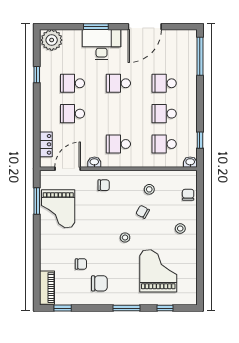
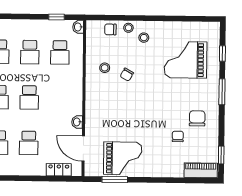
school desk: (118, 144) -> (29, 98), moved
chair: (104, 185) -> (100, 113), removed
stool: (125, 238) -> (128, 28), moved

